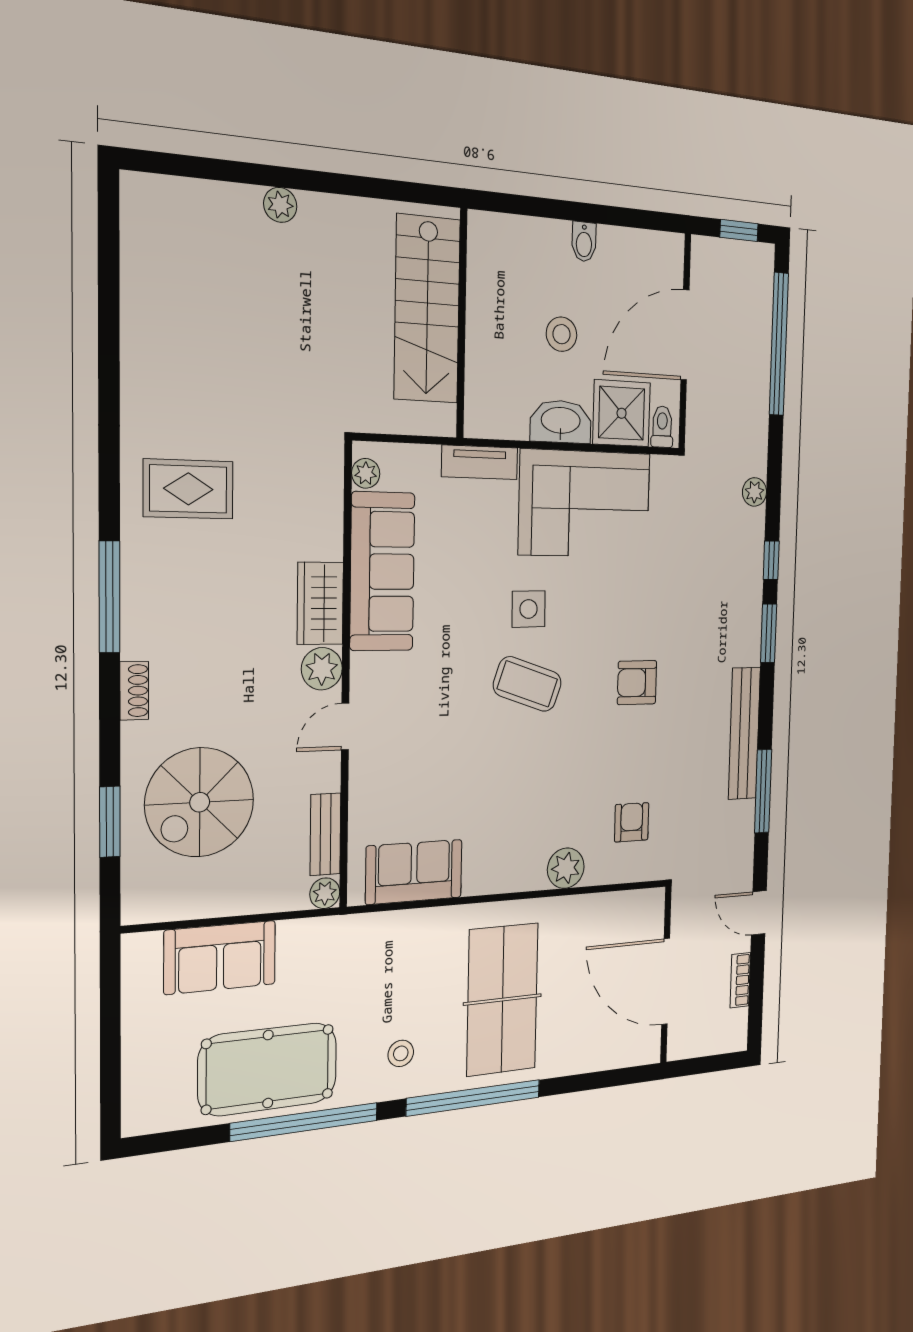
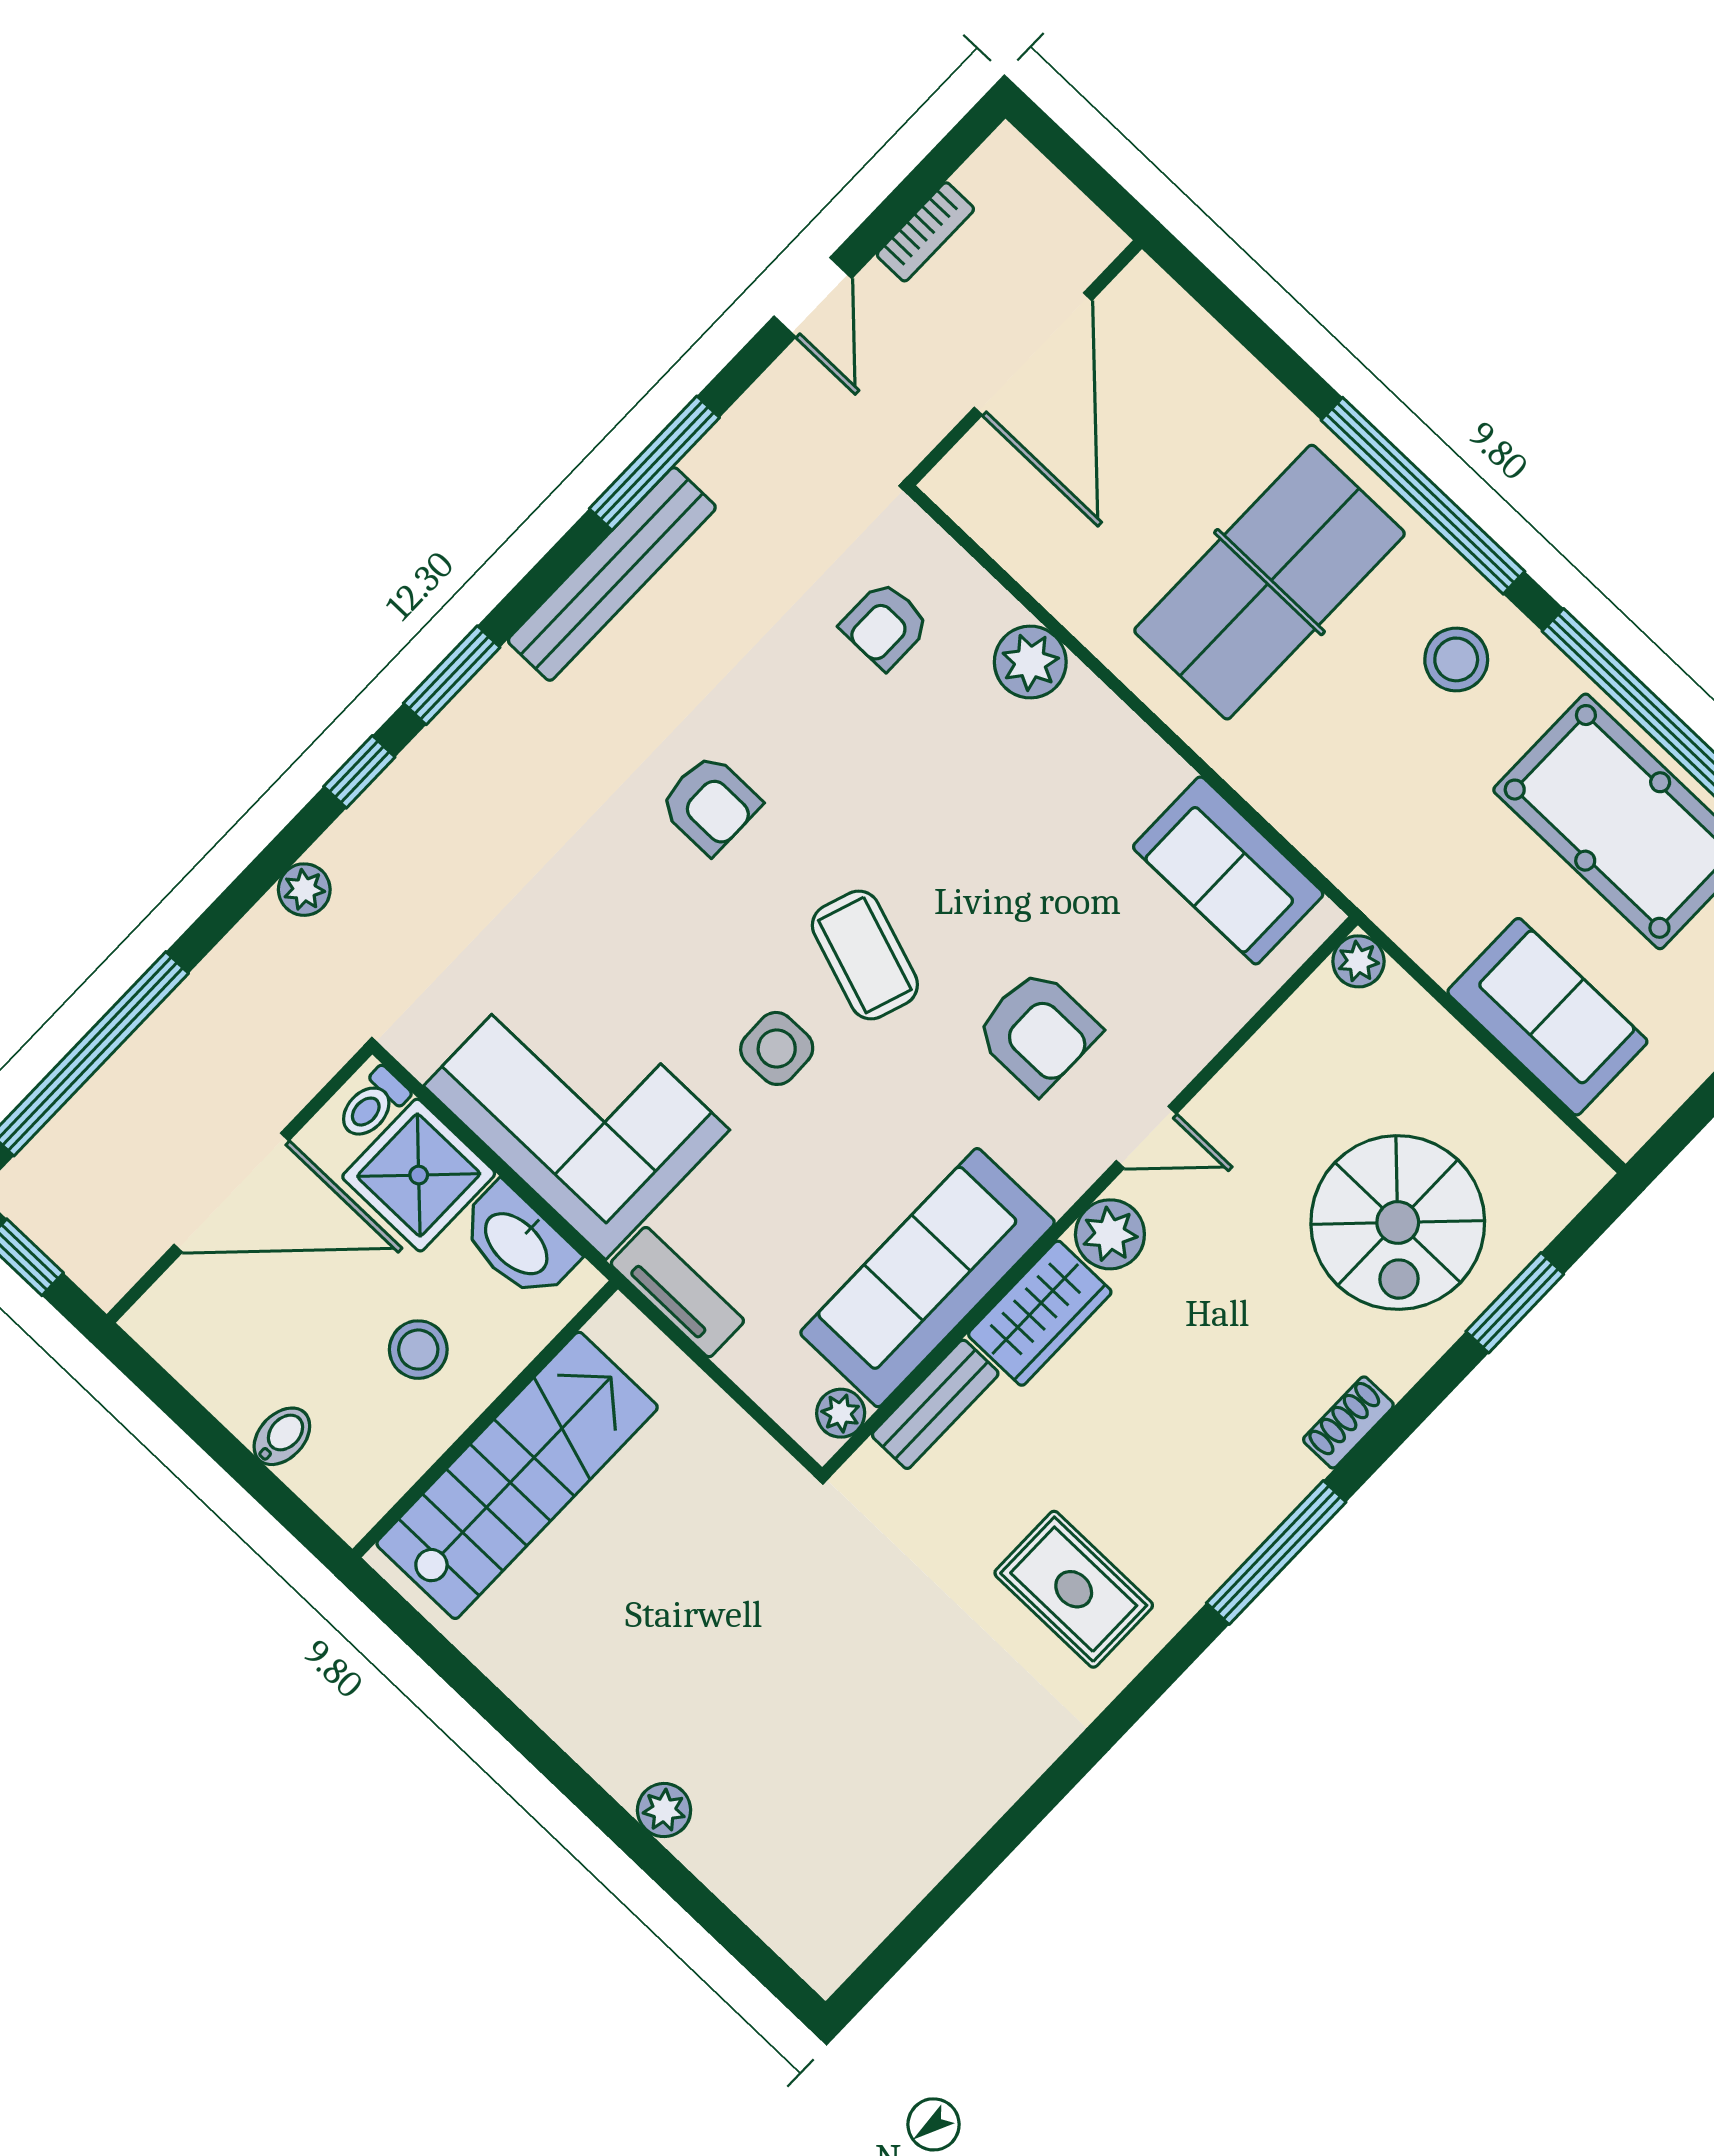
stairs: (427, 309) -> (517, 1475), moved
wall: (462, 324) -> (485, 1419), moved
armchair: (431, 724) -> (1037, 1032), added
spiral stairs: (200, 802) -> (1398, 1222), turned 90
bench: (325, 834) -> (935, 1404), moved
stool: (401, 1053) -> (1456, 659), width x1.37, depth x1.37

